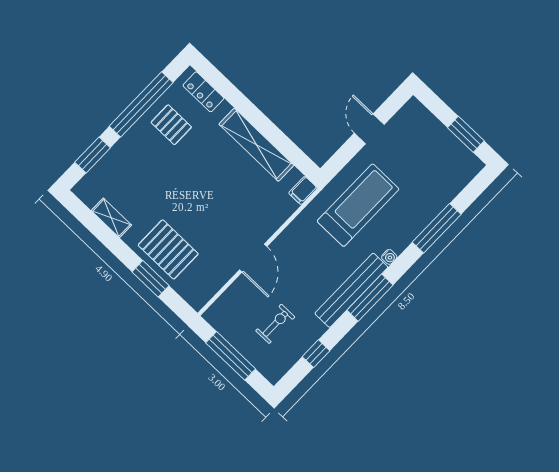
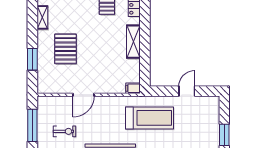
shelving: (256, 145) -> (133, 42), width x0.68
pallet: (168, 249) -> (65, 49), moved

